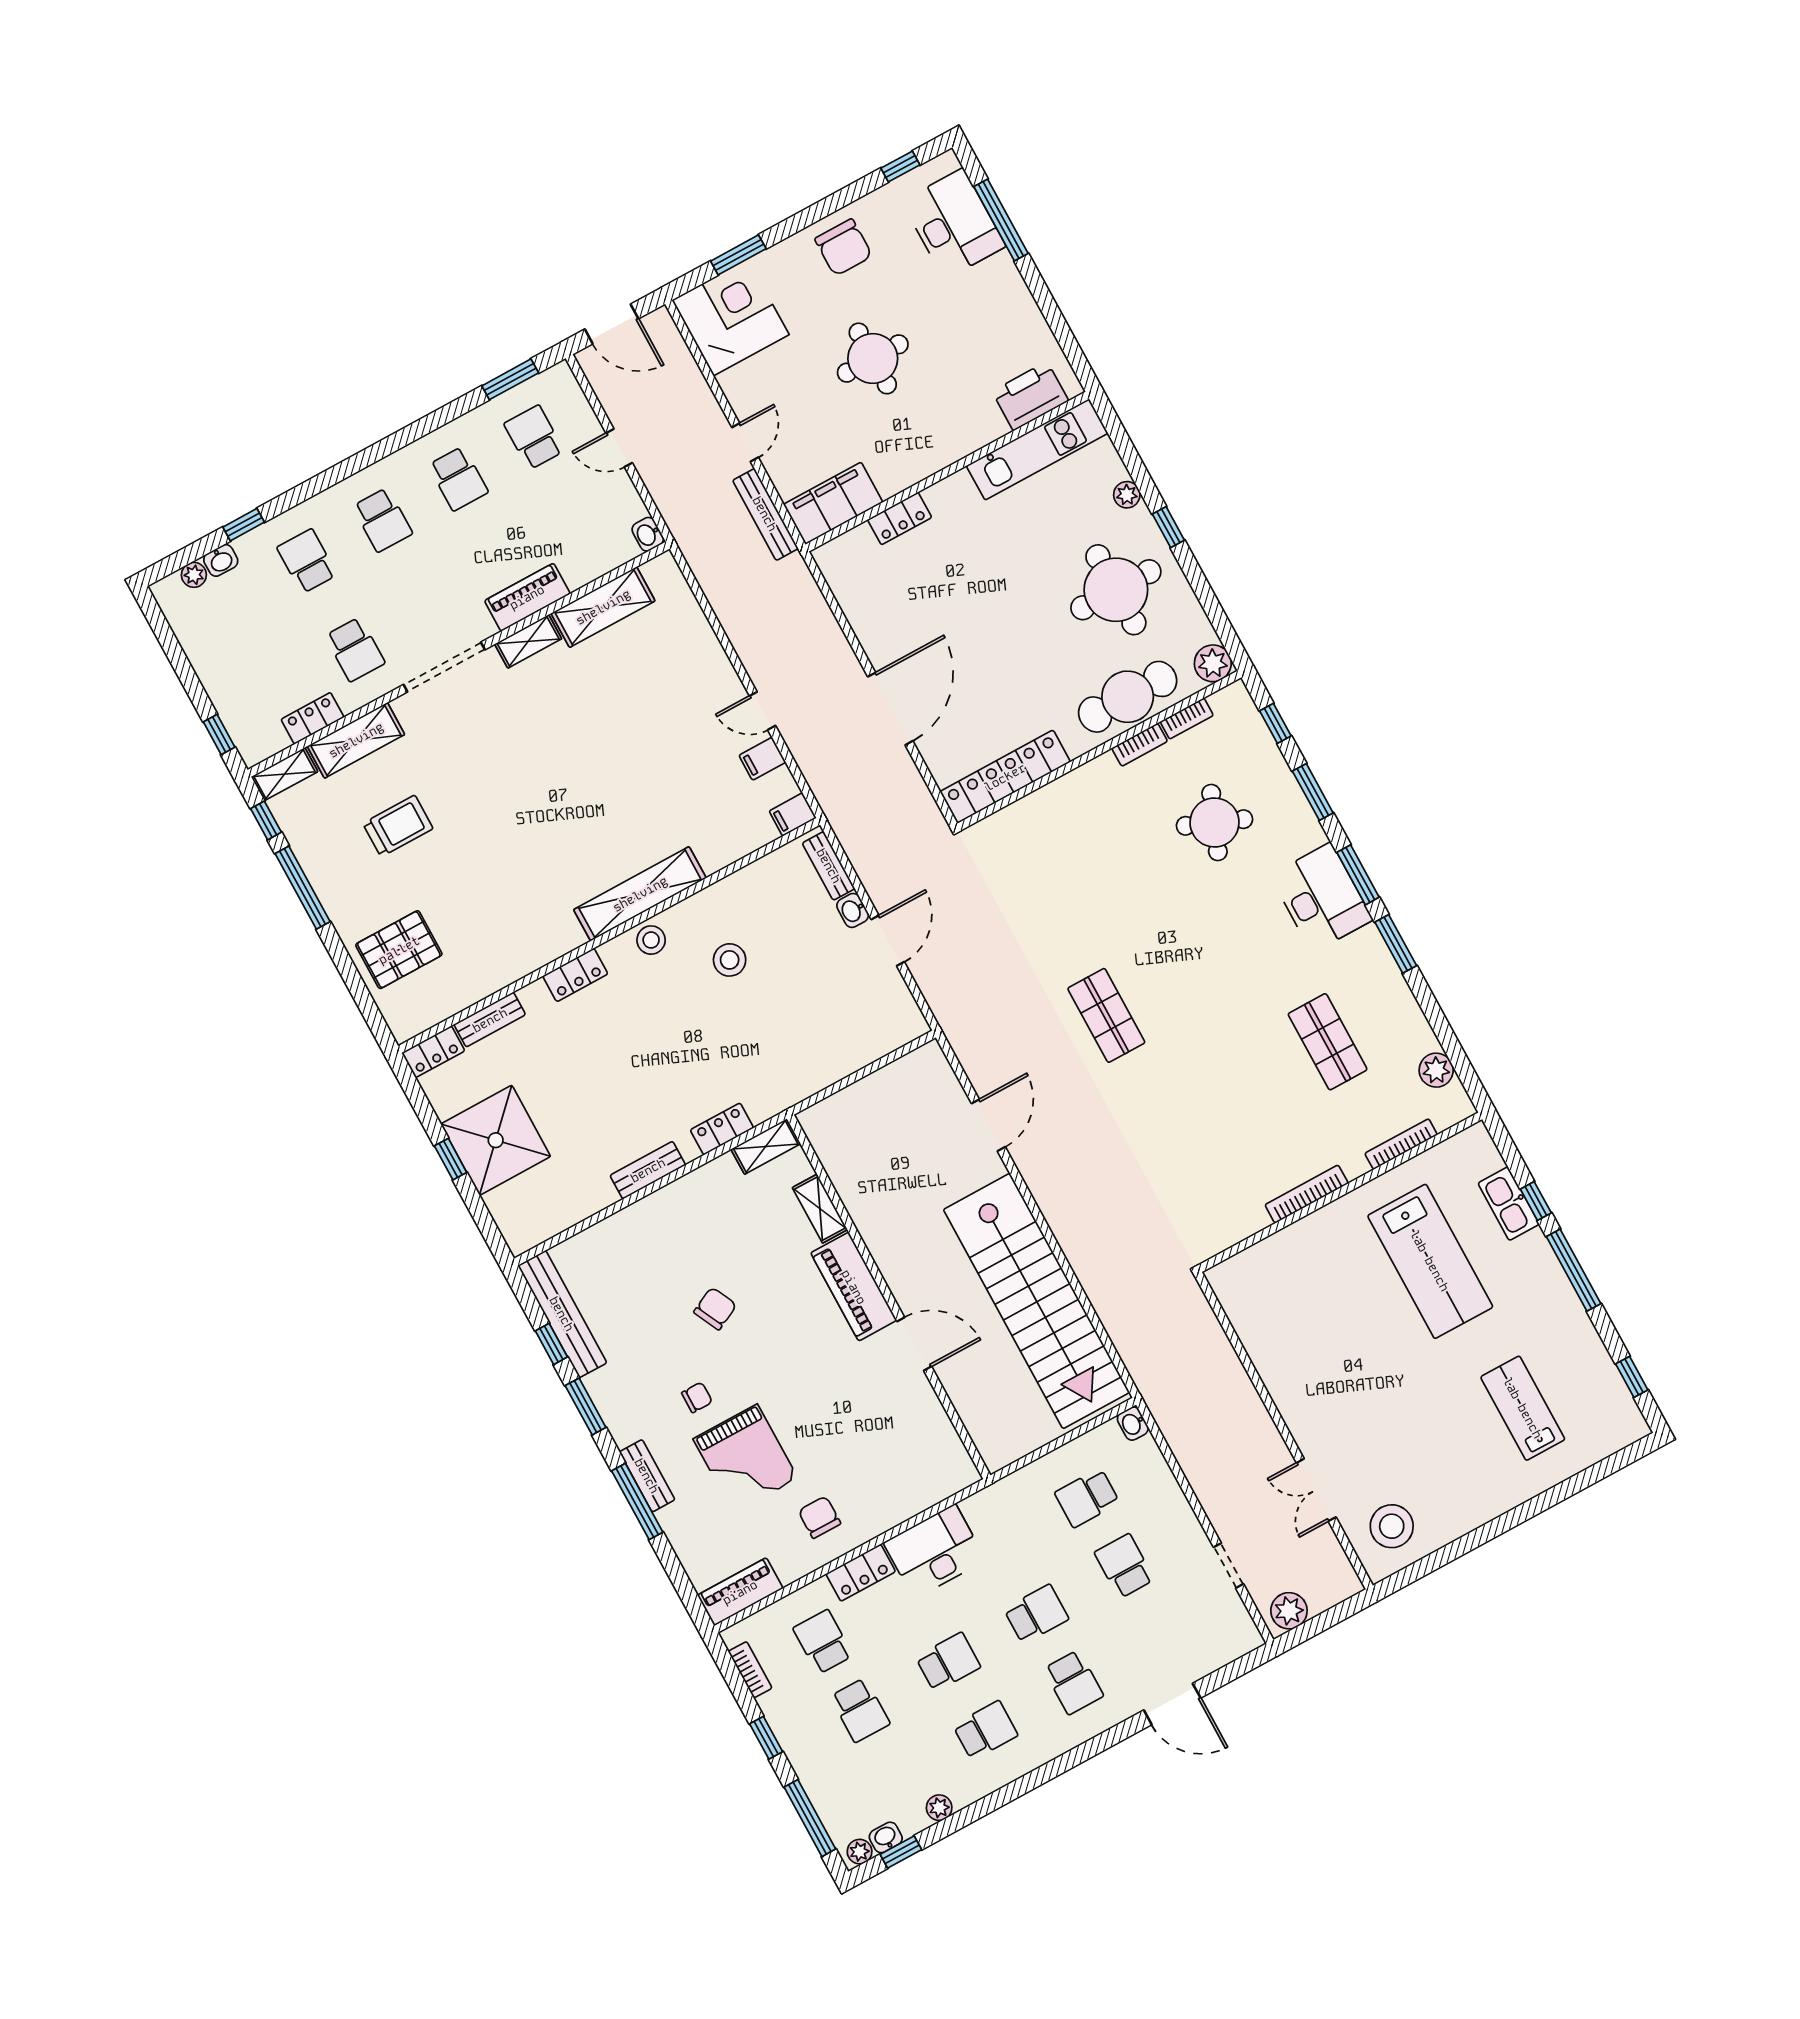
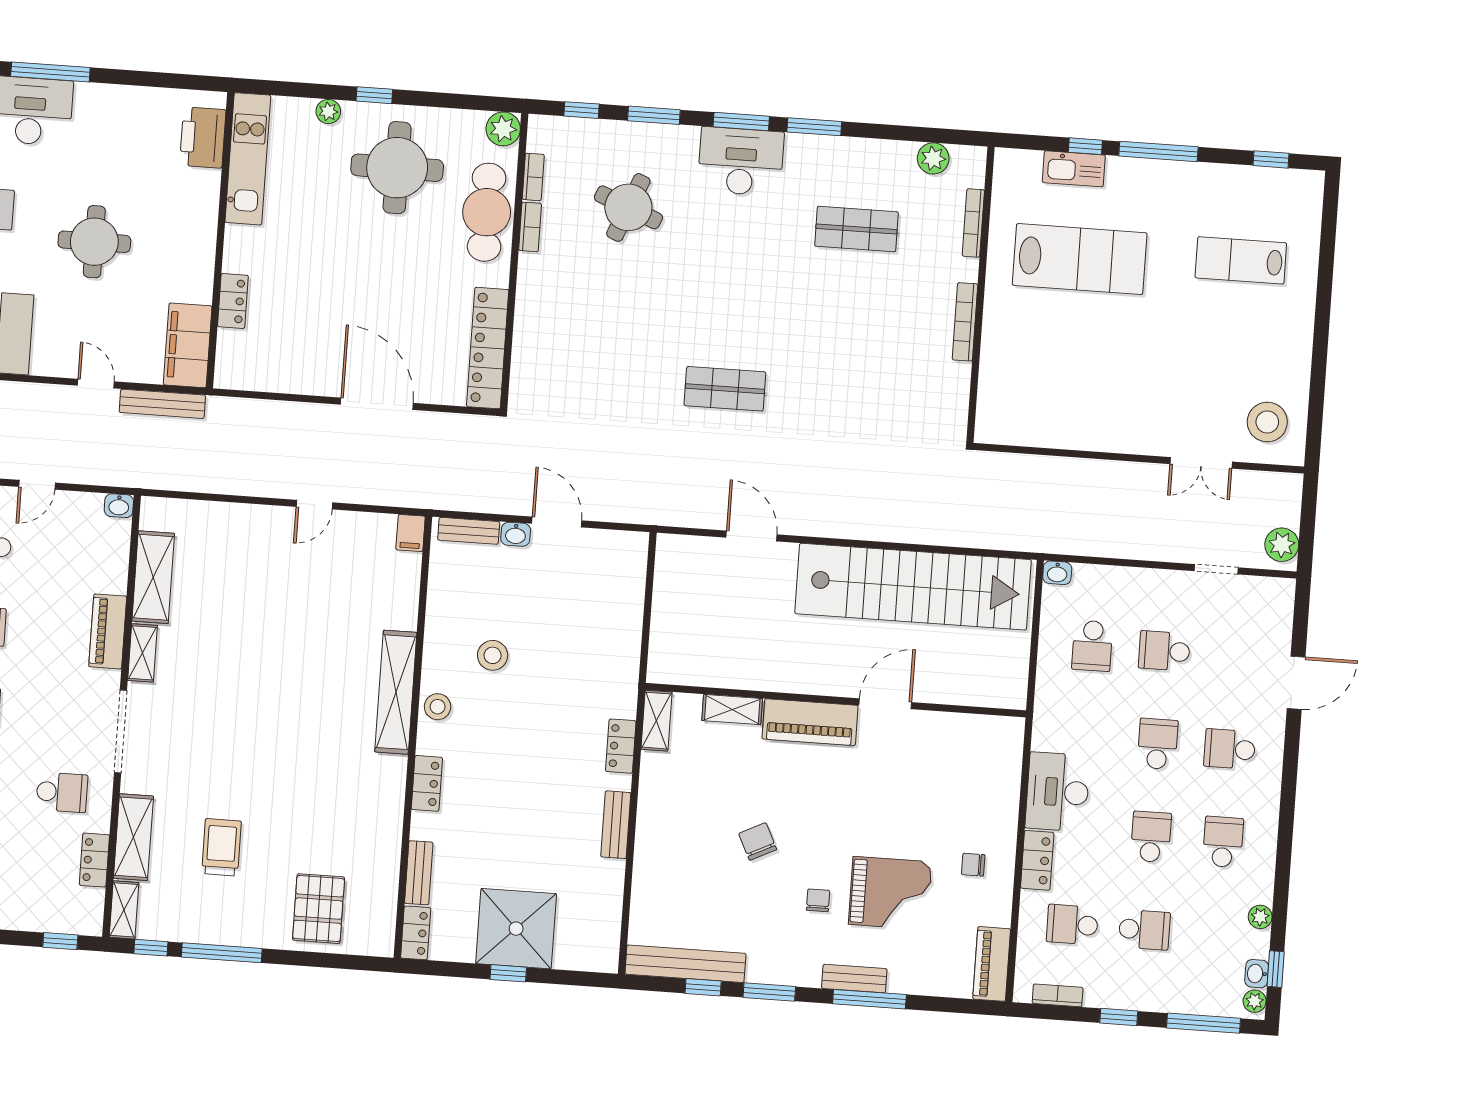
filing cabinet: (762, 759) -> (352, 529), removed
chair: (819, 1517) -> (973, 865), width x0.73, depth x0.73
school desk: (1073, 1682) -> (1230, 749), turned 180

